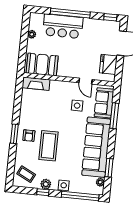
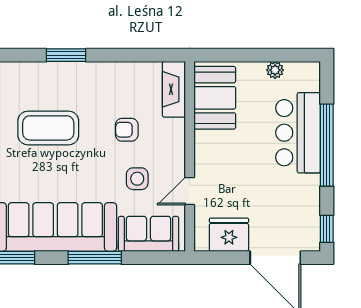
window: (114, 116) -> (95, 258), moved
armchair: (29, 136) -> (127, 130), moved

